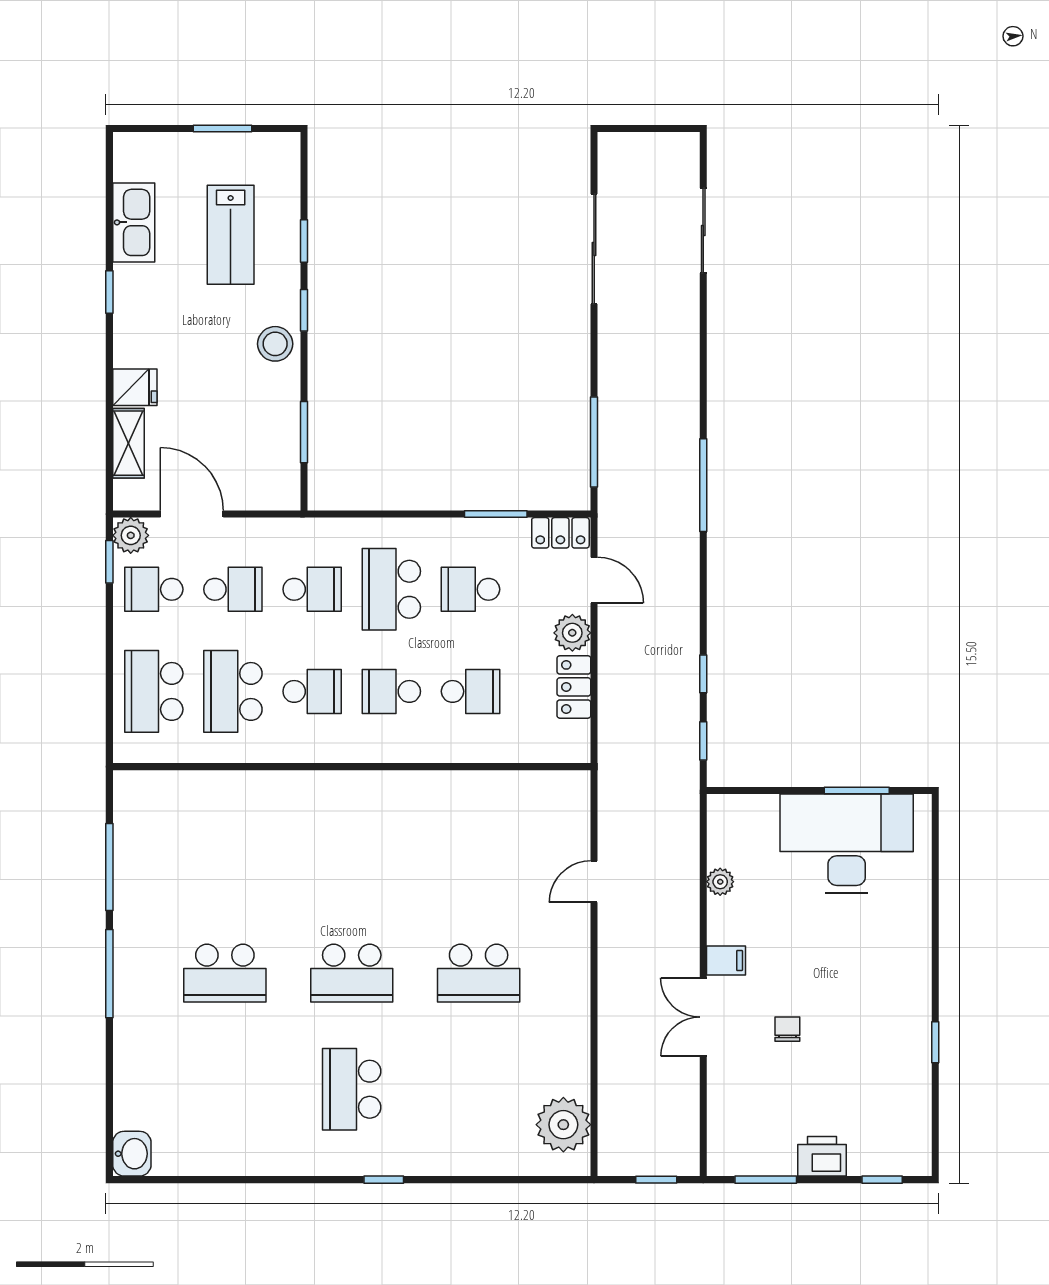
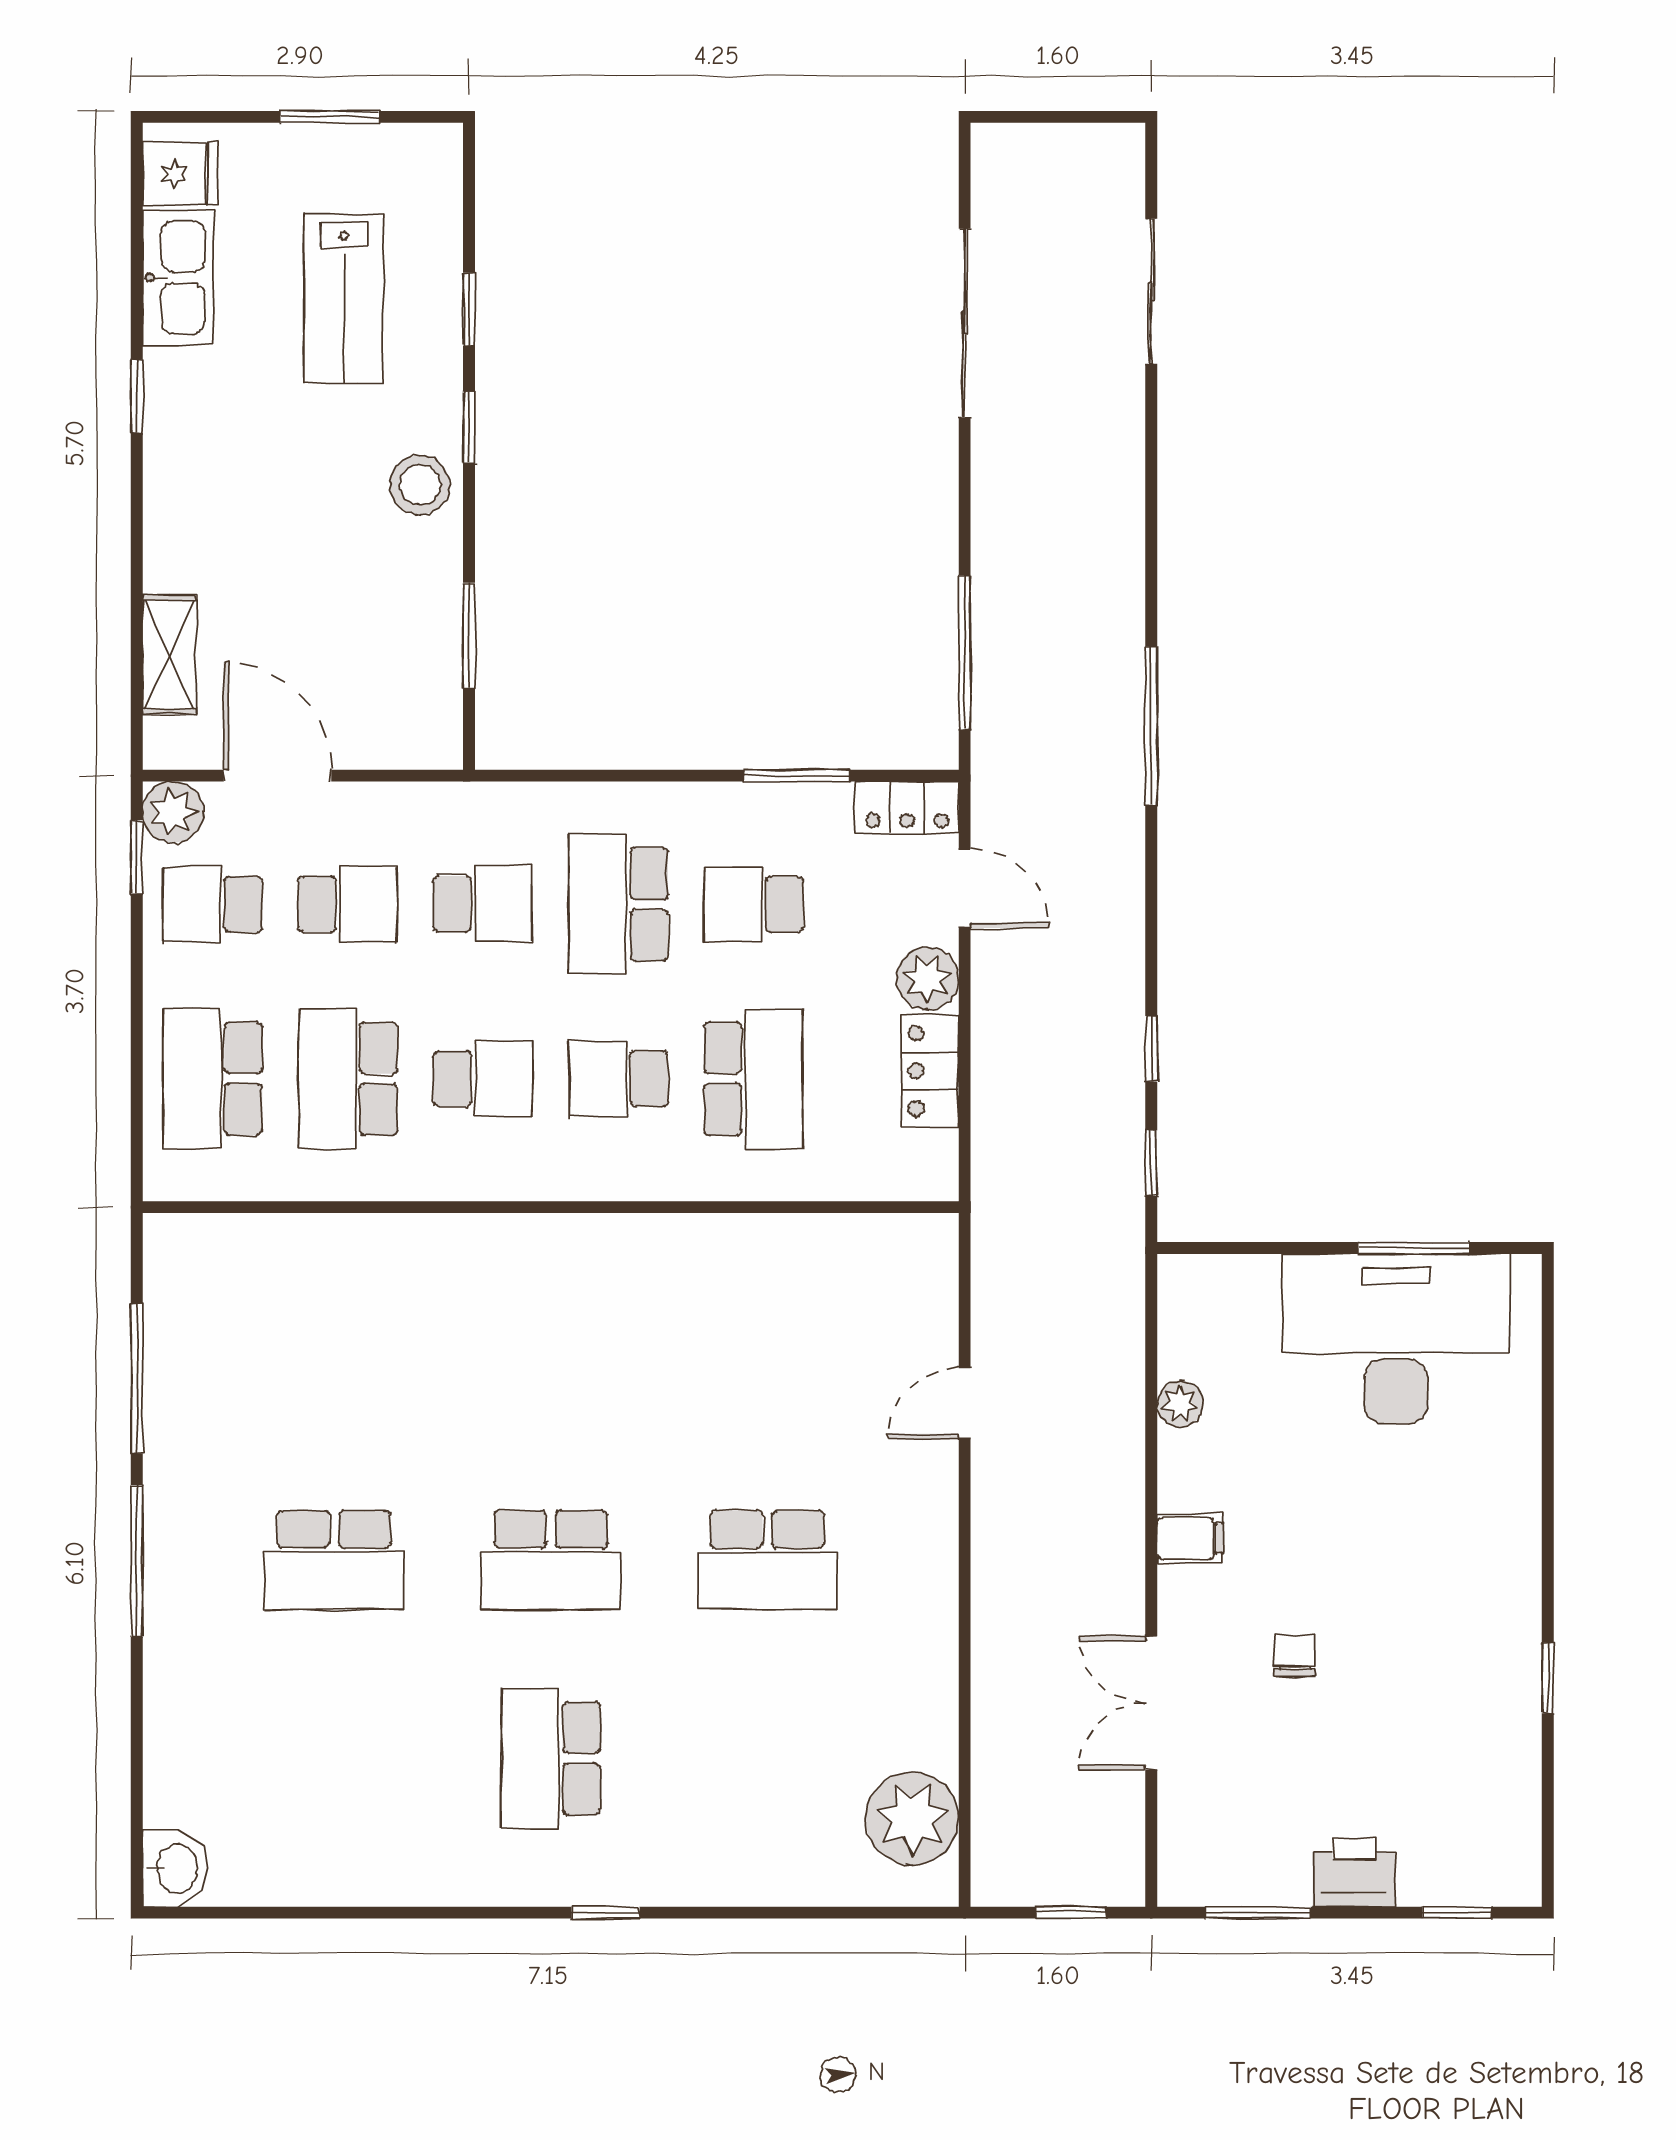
fridge: (135, 387) -> (180, 174), moved
school desk: (470, 691) -> (754, 1079), width x1.85
double door: (703, 1017) -> (1151, 1703), moved

